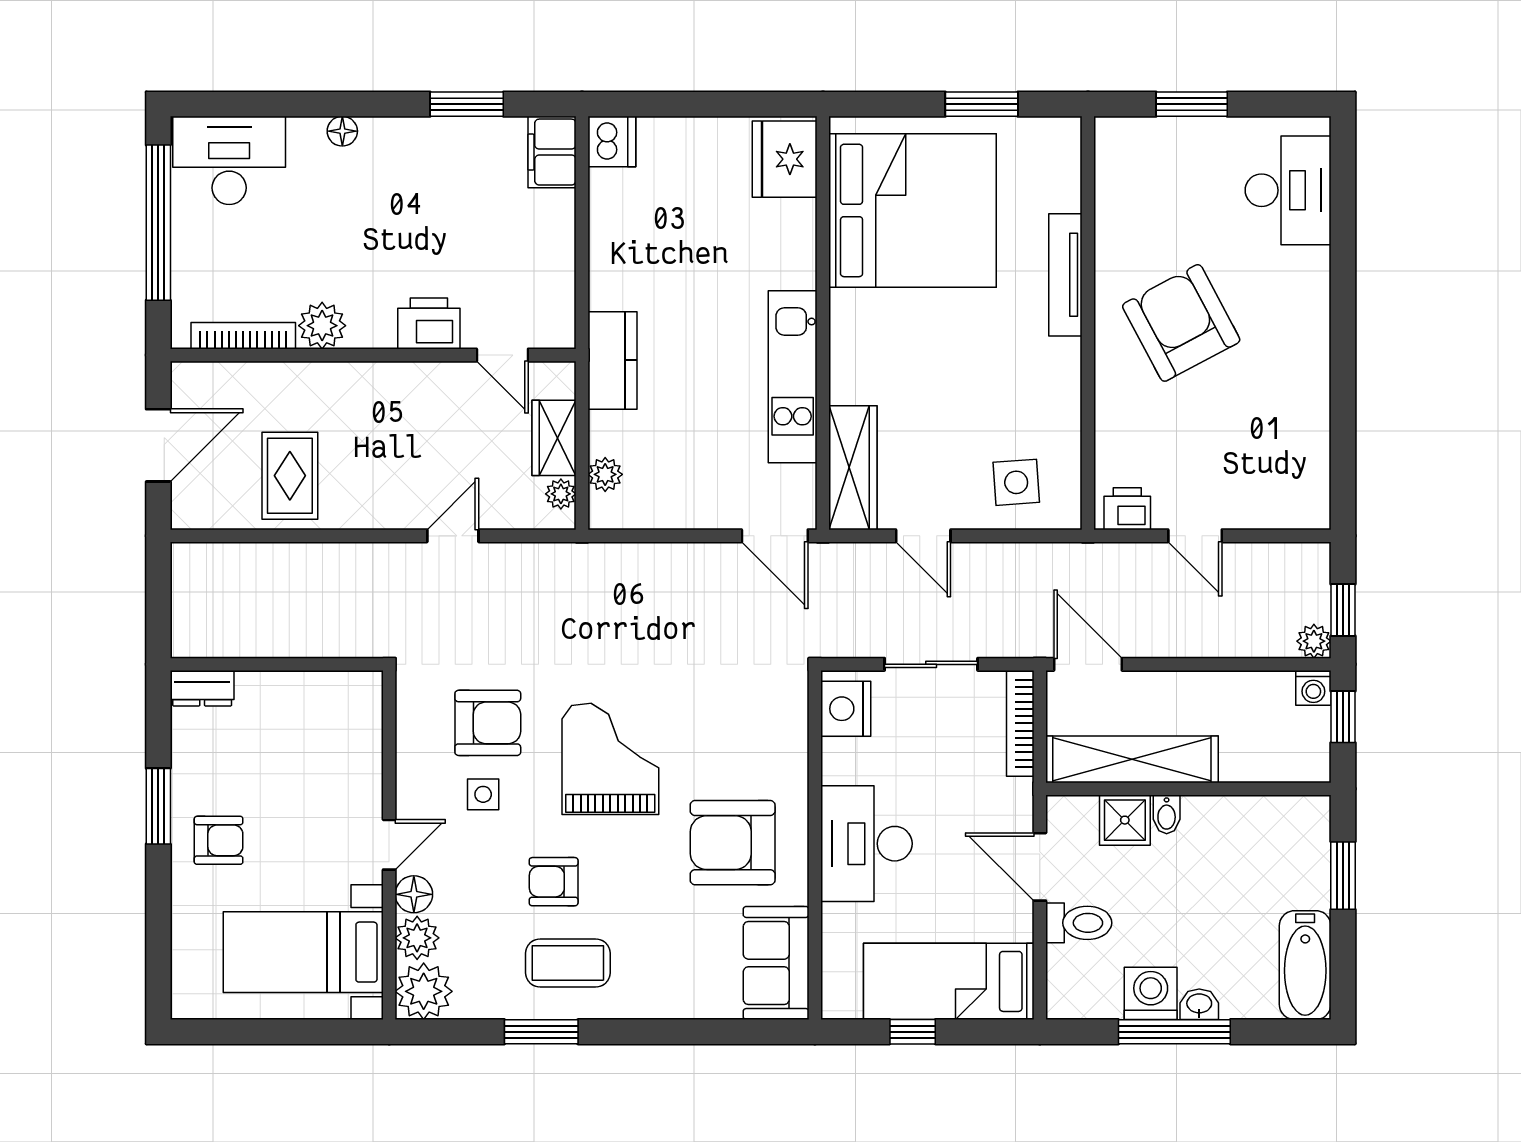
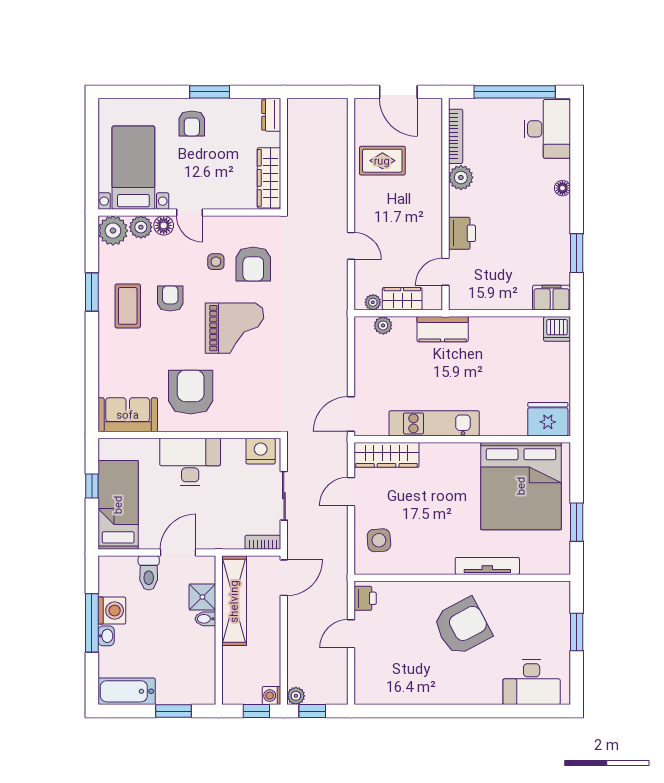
wardrobe: (323, 693) -> (269, 178), added
bookcase: (1020, 723) -> (263, 542), width x0.64

